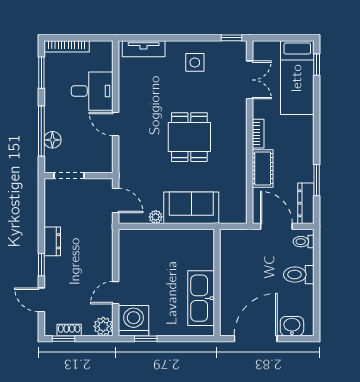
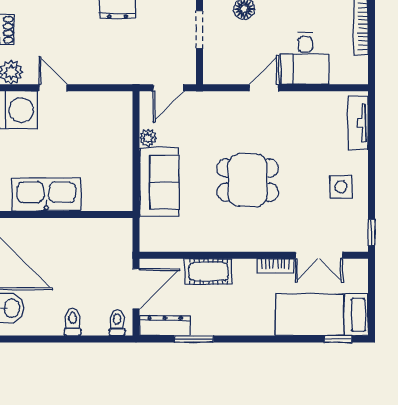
bookcase: (258, 134) -> (275, 266), moved
toilet: (299, 275) -> (73, 322), width x0.73, depth x0.72

